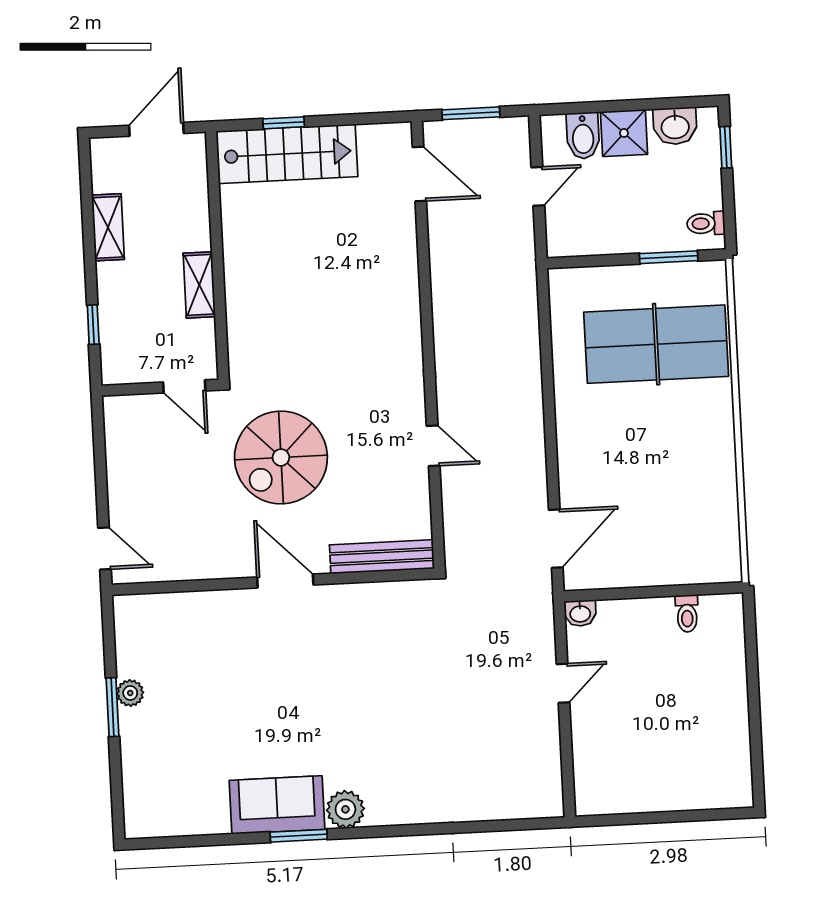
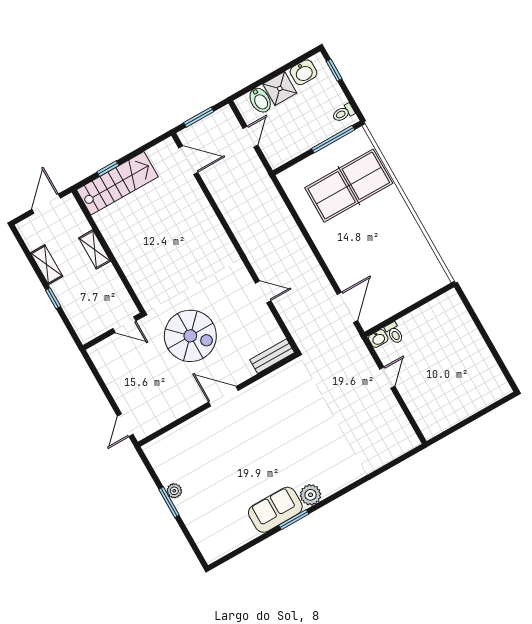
window: (669, 257) -> (333, 139), width x1.44
shelving: (199, 285) -> (95, 249), moved
window: (93, 325) -> (53, 298), moved
spiral stairs: (281, 457) -> (190, 336), turned -90
door: (104, 548) -> (125, 425), swing flipped
bench: (382, 557) -> (272, 356), width x0.73
toilet: (687, 613) -> (394, 333), moved

